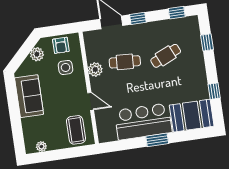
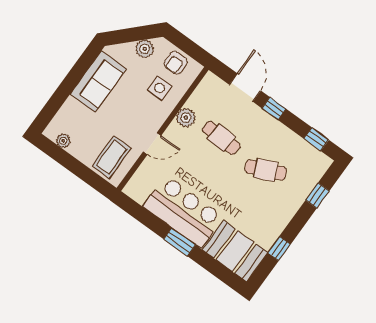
door: (91, 101) -> (152, 144), hinge flipped

